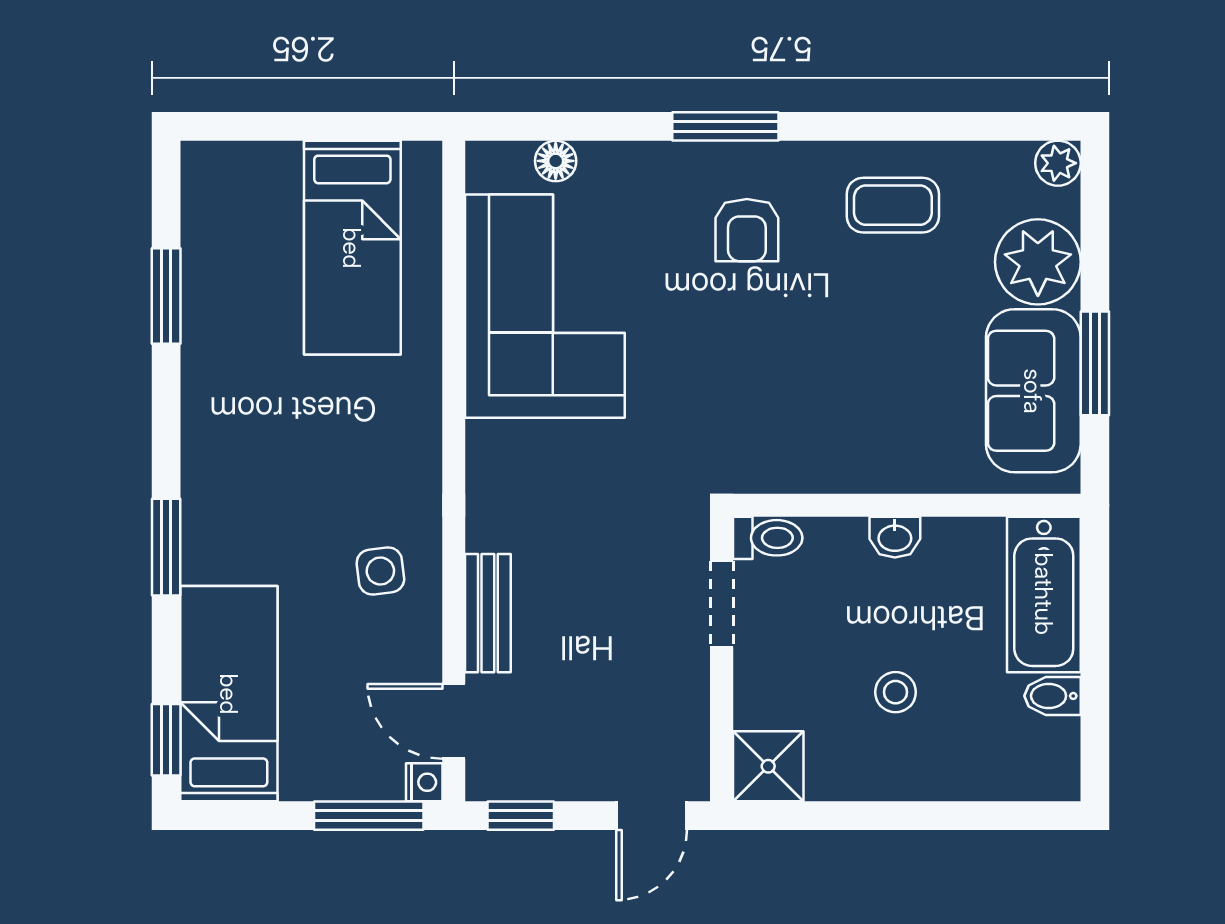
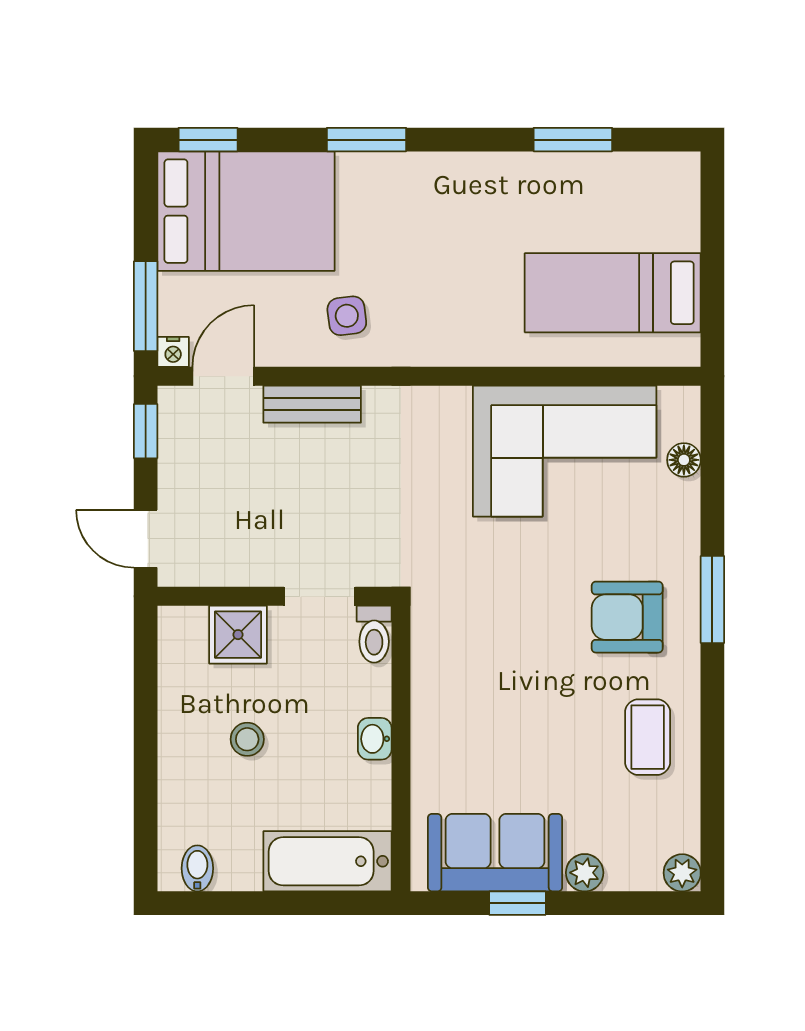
armchair: (747, 230) -> (627, 617), width x1.38, depth x1.38
plant: (1038, 262) -> (585, 873), width x0.53, depth x0.53
window: (1095, 363) -> (517, 903), width x0.67
bed: (229, 694) -> (246, 211), width x1.50
bidet: (1052, 696) -> (197, 868), moved
shower: (768, 766) -> (238, 635), moved

